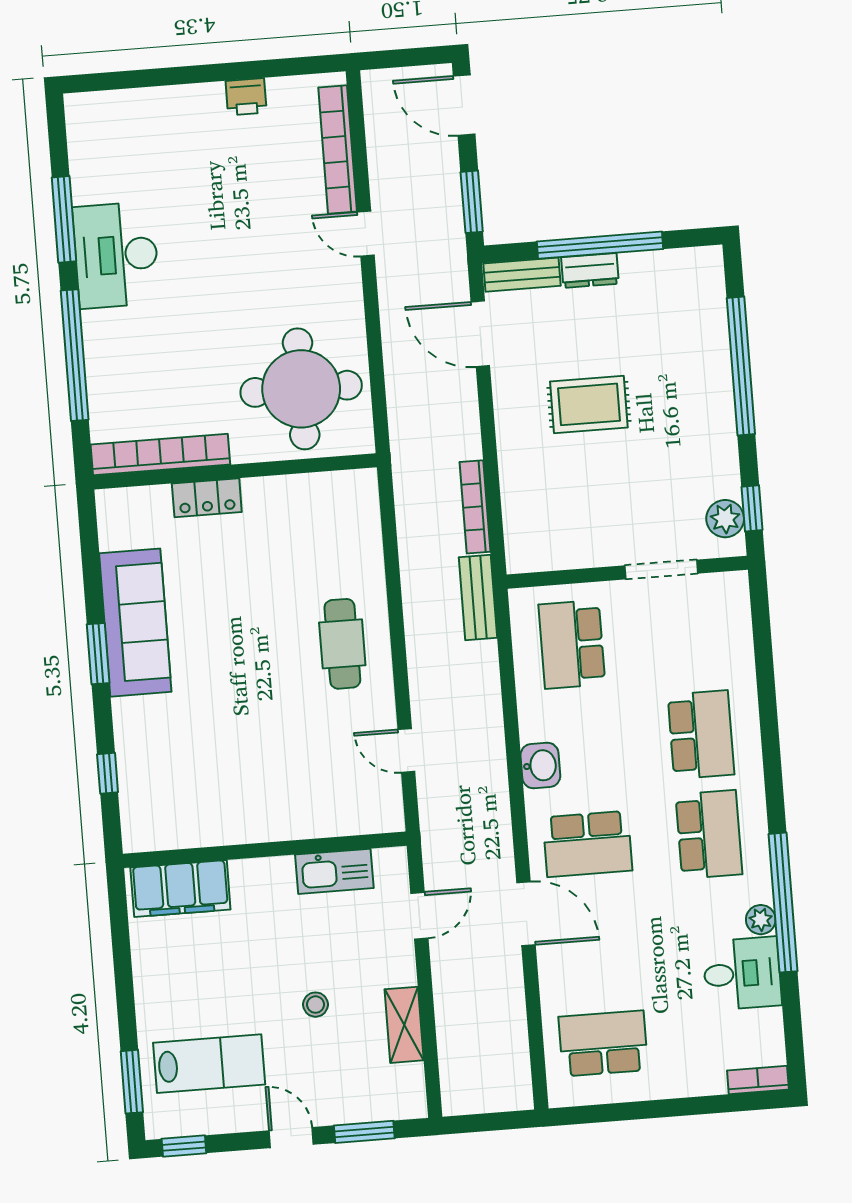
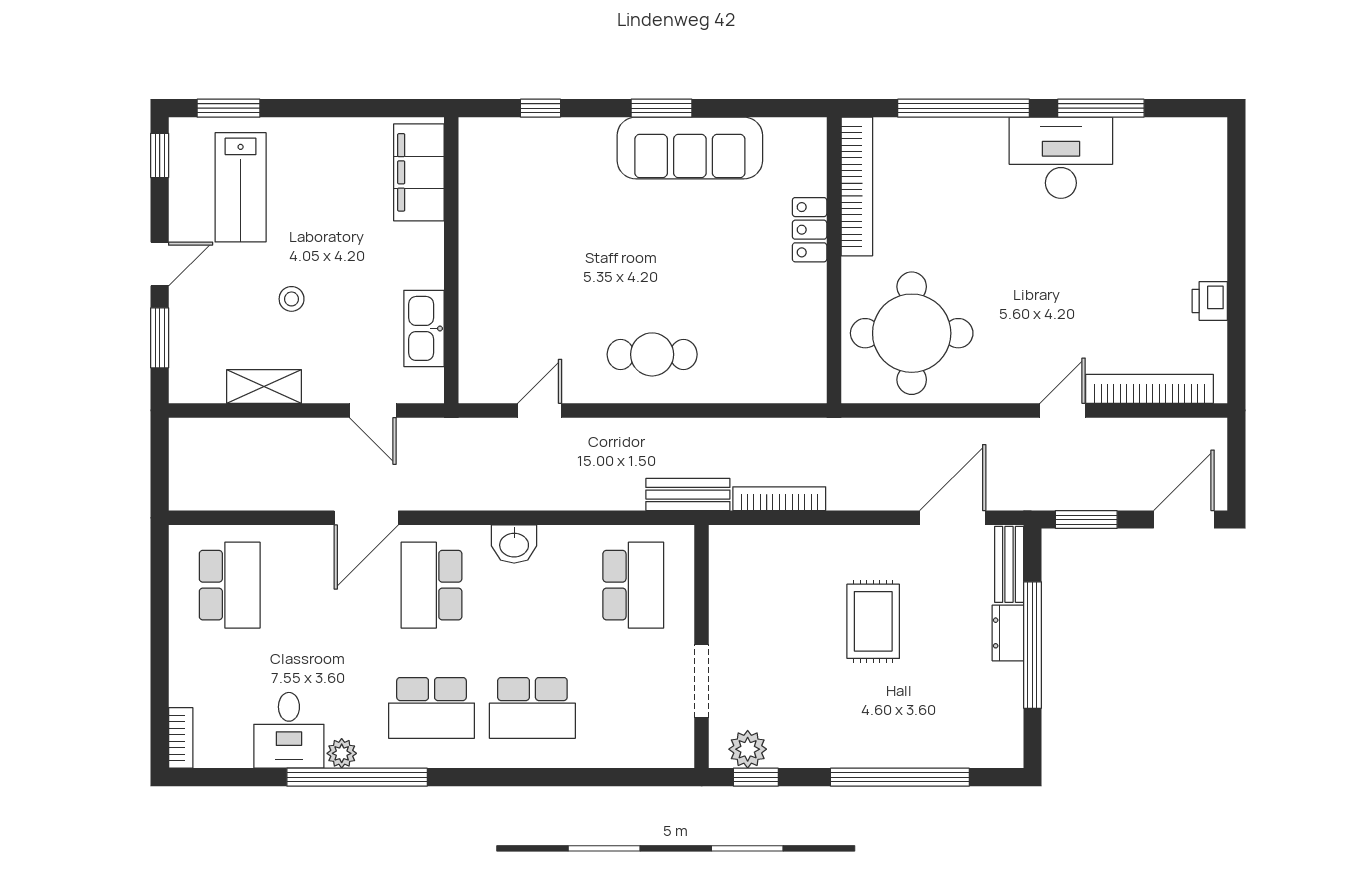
school desk: (572, 644) -> (633, 585), turned 90

